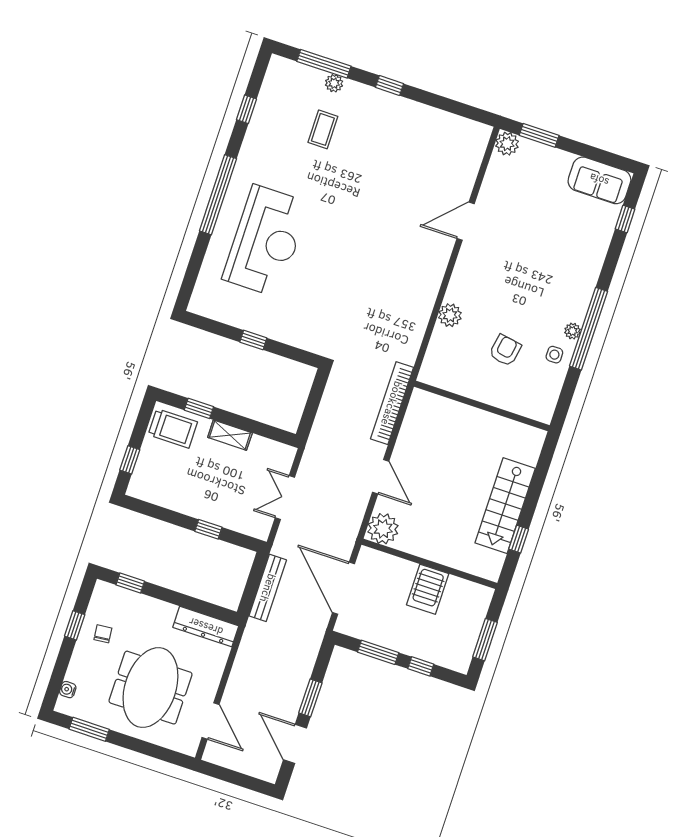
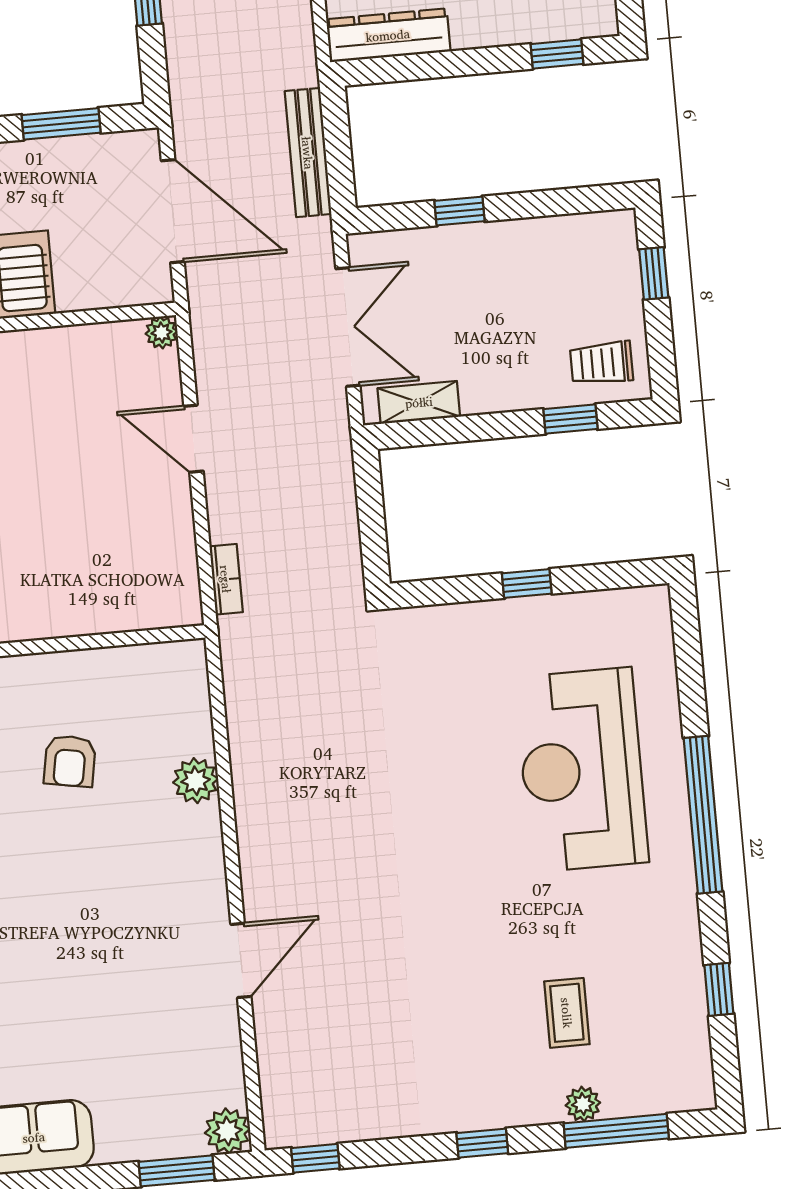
window: (471, 113) -> (315, 1158), added
bookcase: (392, 403) -> (226, 579), width x0.43, depth x0.76
trolley: (173, 428) -> (602, 363), width x0.73, depth x0.72
shelving: (230, 435) -> (419, 402), moved
double door: (285, 498) -> (348, 327), width x1.37
plant: (383, 529) -> (161, 333), width x0.53, depth x0.53

